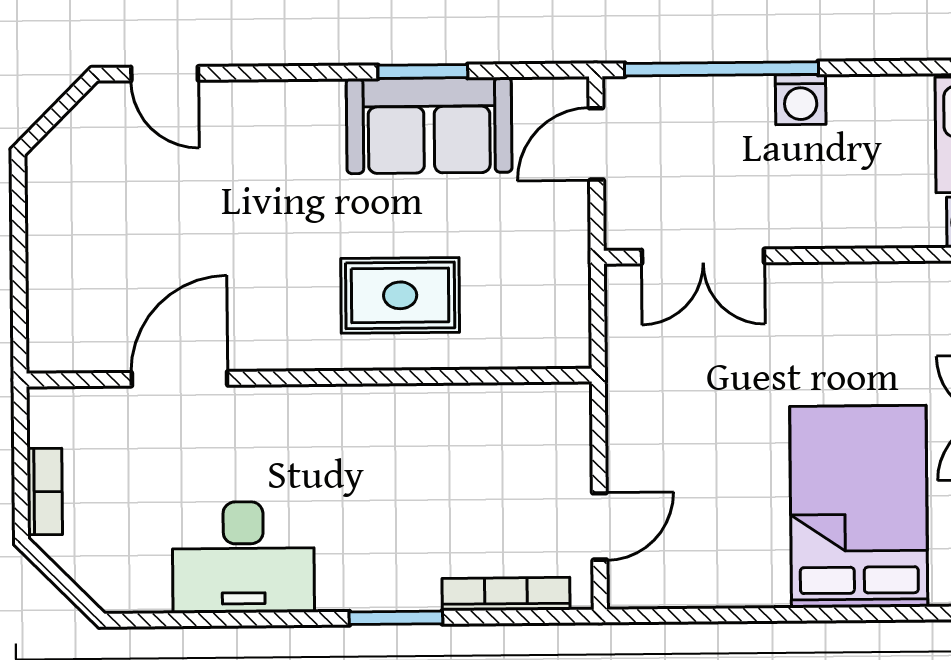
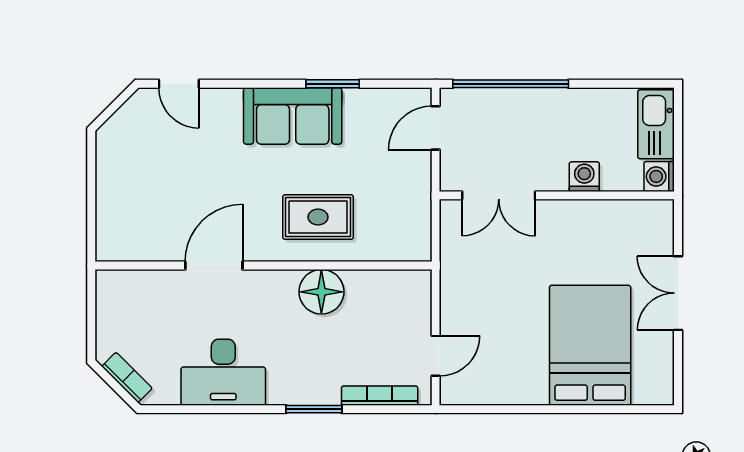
washing machine: (801, 100) -> (584, 177), moved, turned 180
sofa: (429, 125) -> (293, 116), moved
door: (180, 379) -> (214, 266), moved
floor lamp: (407, 421) -> (321, 292), added
bookcase: (45, 491) -> (127, 377), moved, turned -45

